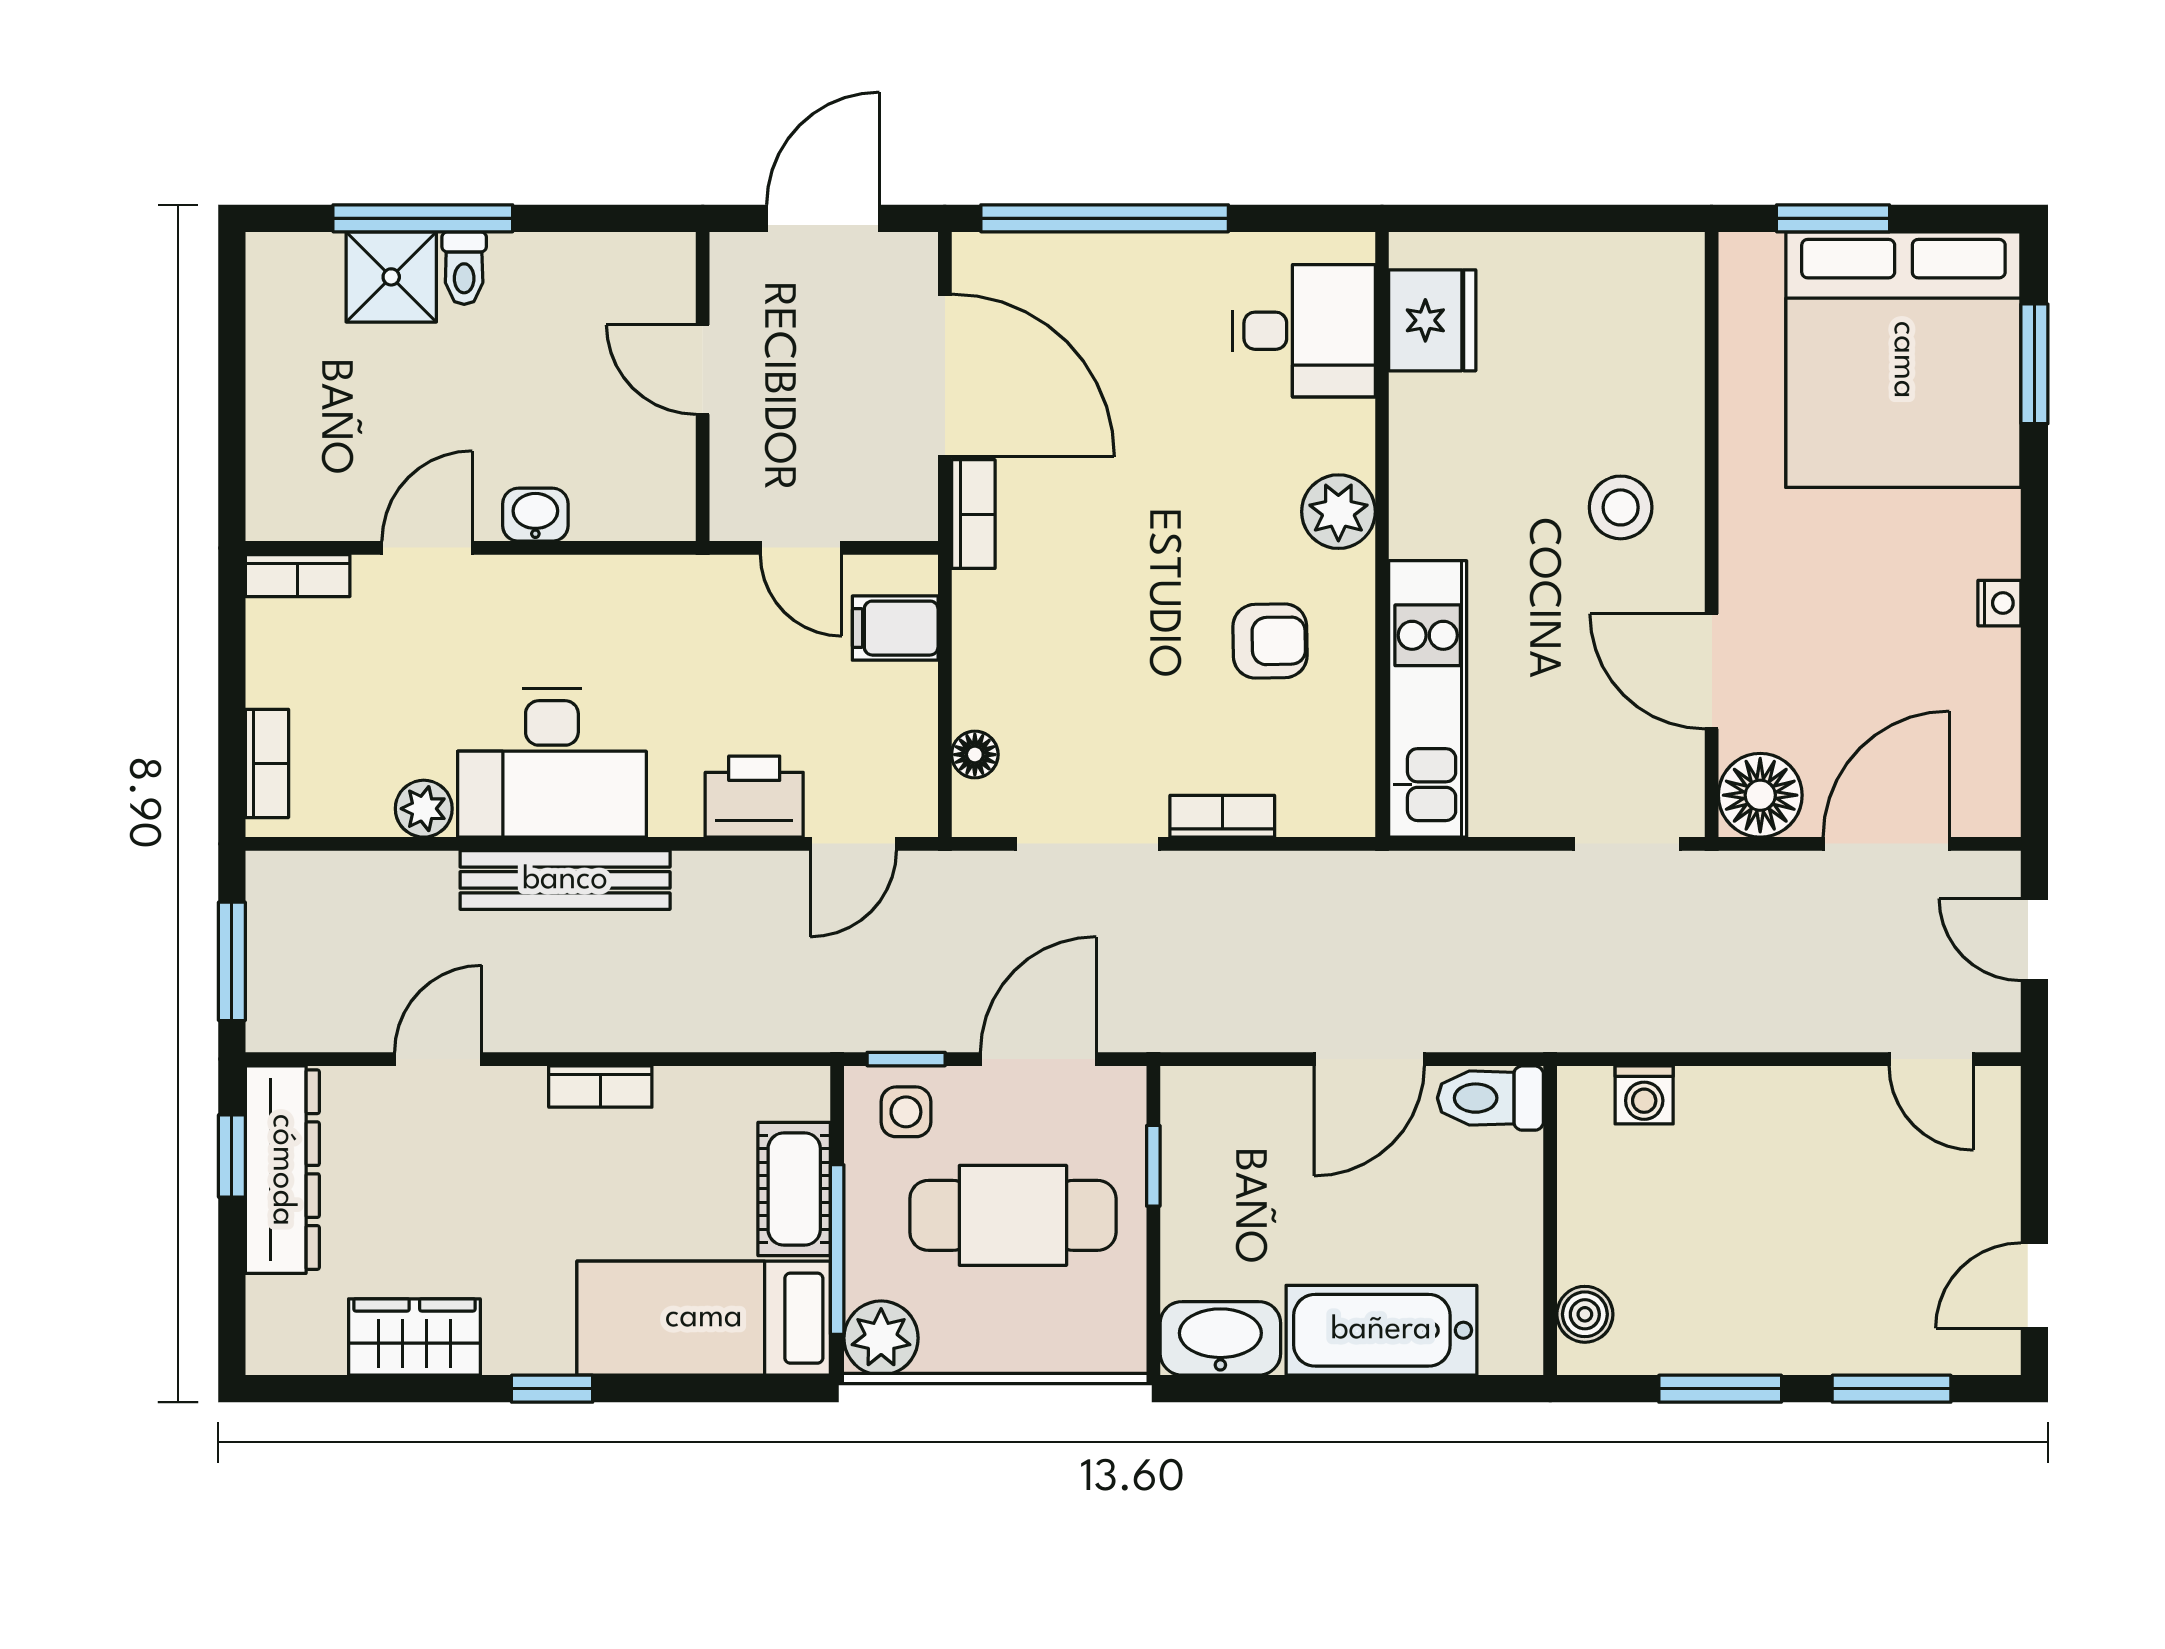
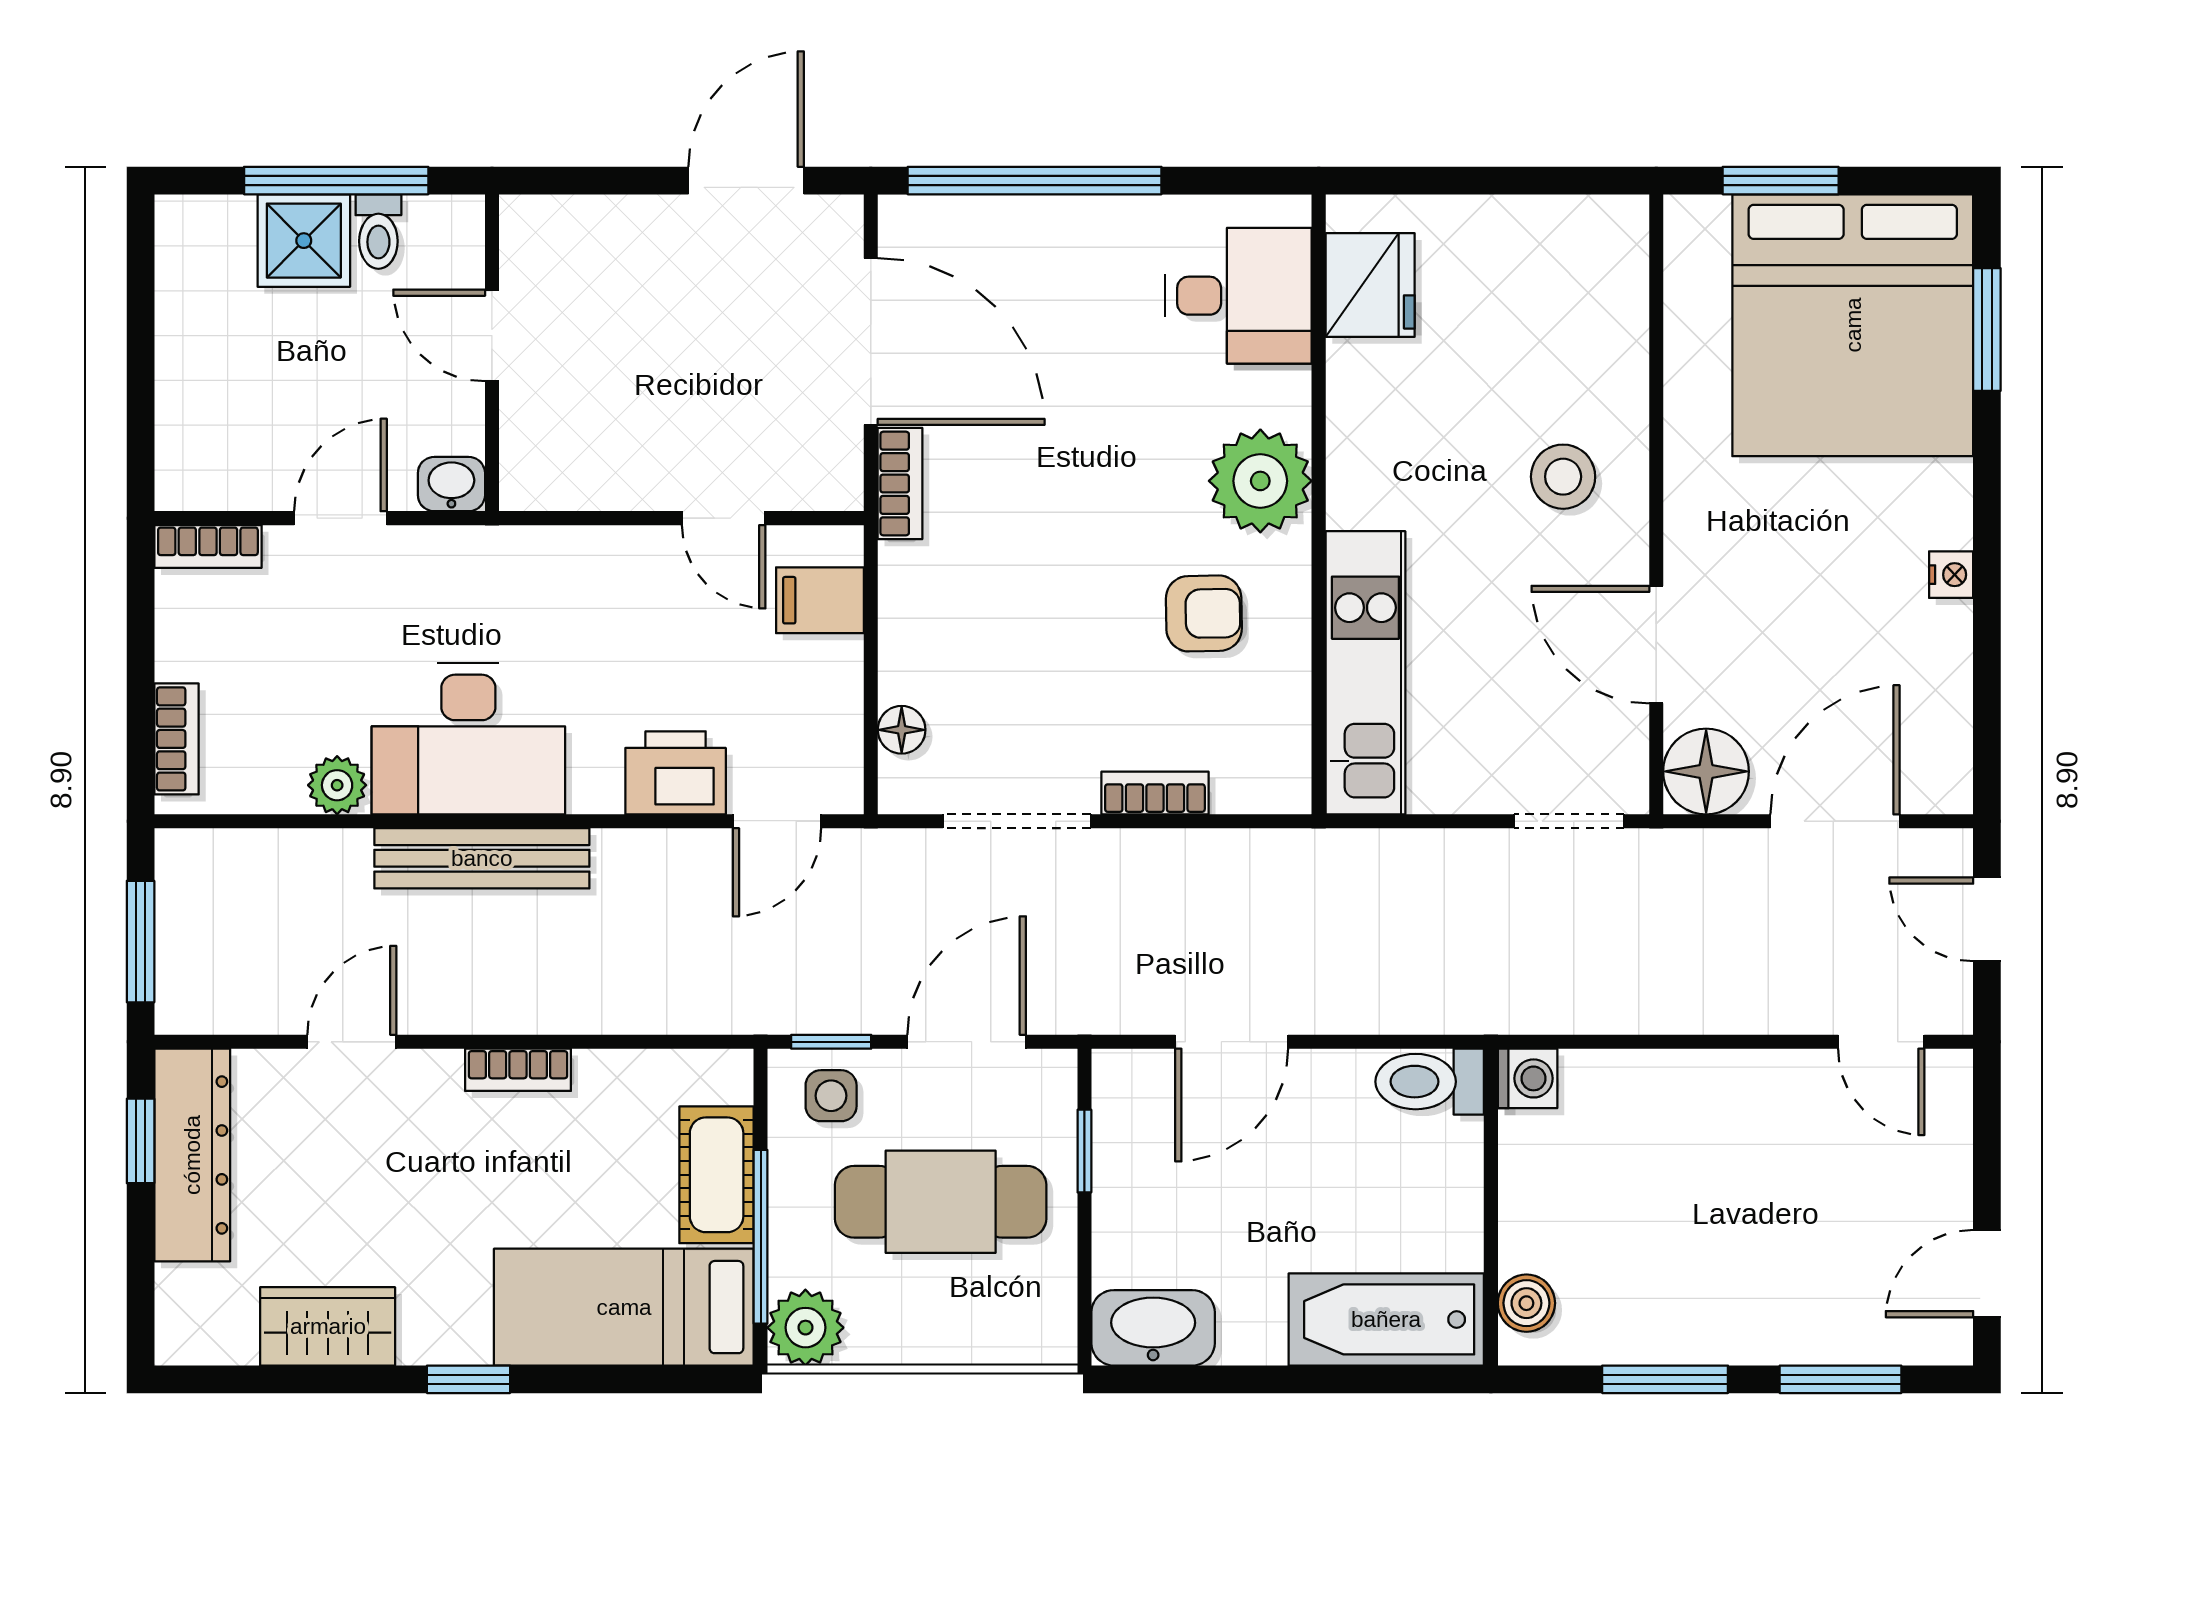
door: (703, 370) -> (492, 335), moved
wall: (703, 386) -> (492, 353), moved
plant: (1338, 512) -> (1260, 481), width x1.36, depth x1.36
door: (1369, 1059) -> (1232, 1042), moved
washing machine: (1644, 1095) -> (1528, 1078), moved, turned -90
bathtub: (1381, 1330) -> (1386, 1319), moved

